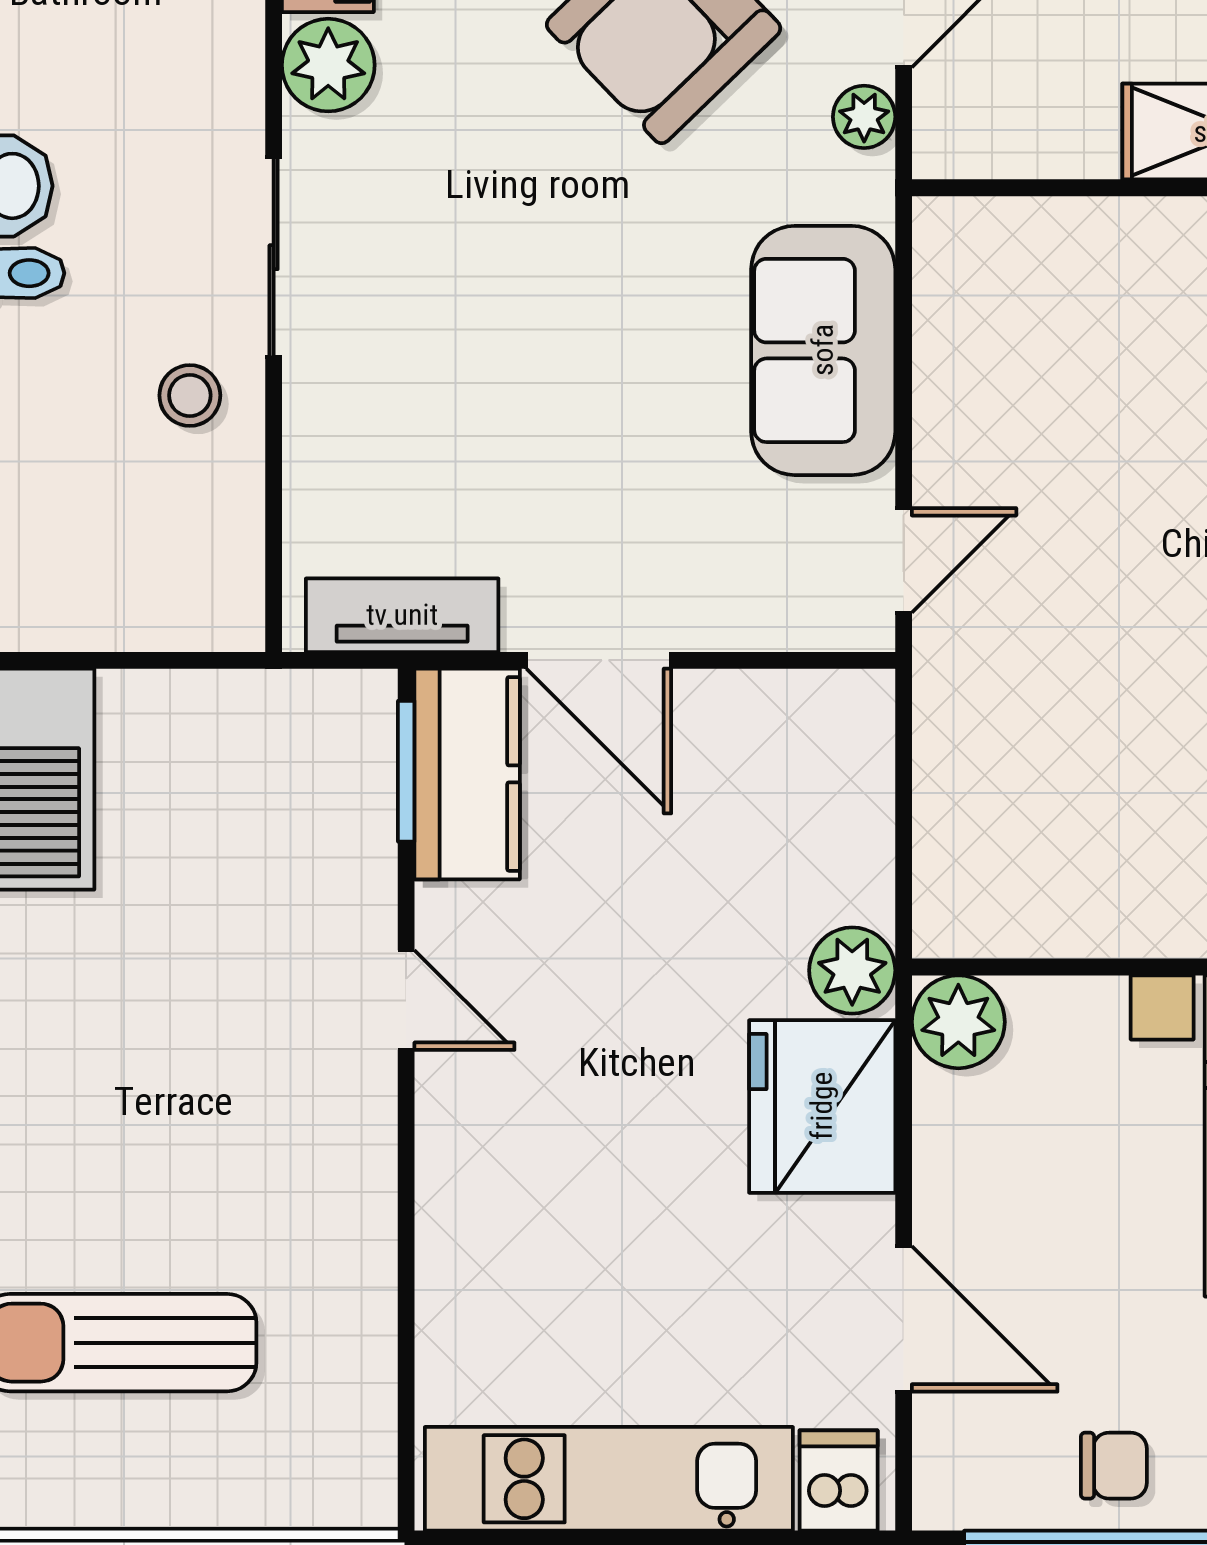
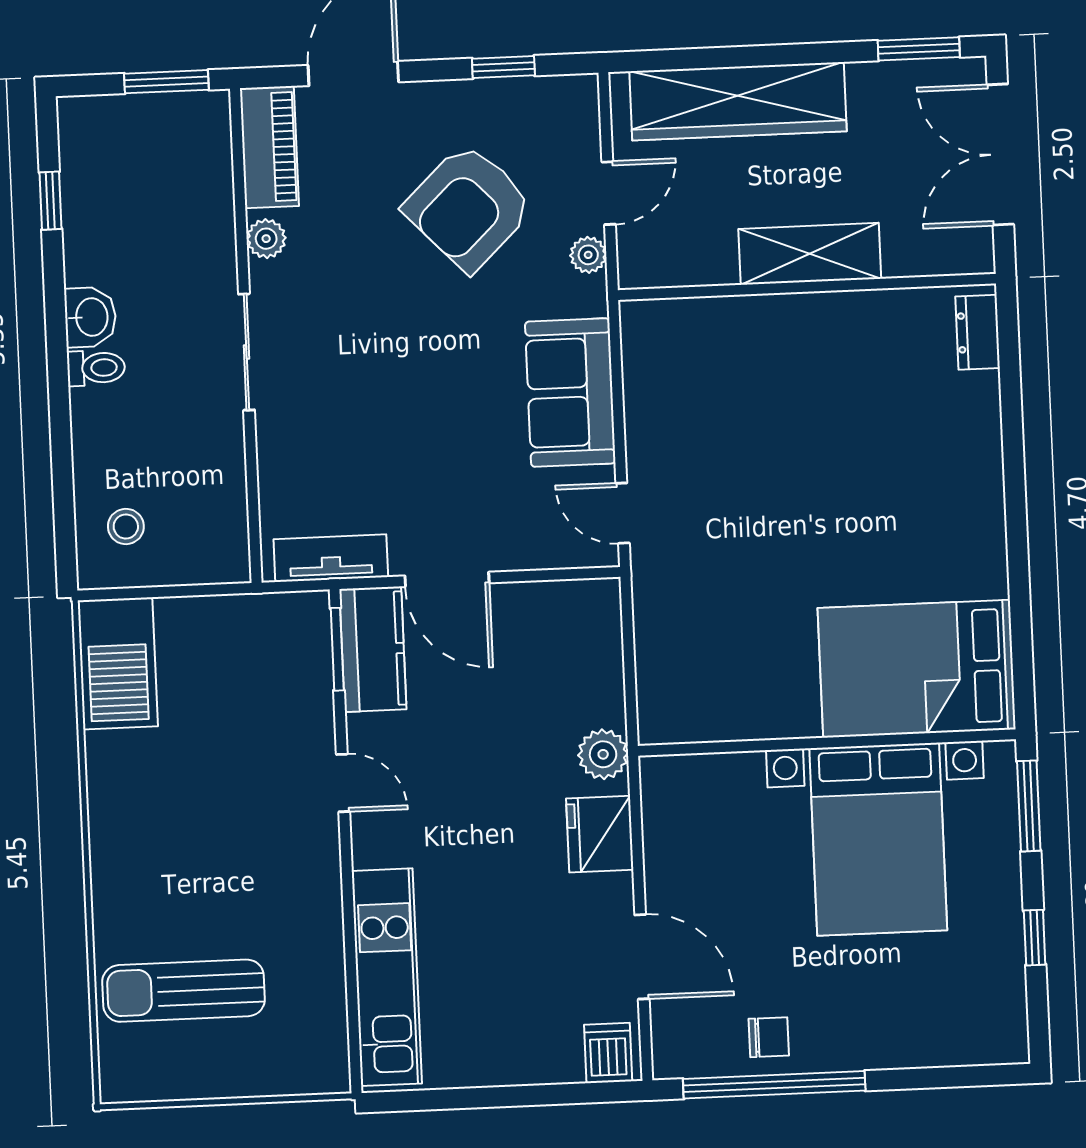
plant: (328, 65) -> (266, 239), width x0.73, depth x0.73
stool: (190, 395) -> (126, 526), moved
door: (904, 560) -> (623, 513), swing flipped
plant: (958, 1022) -> (666, 782), removed
fridge: (822, 1106) -> (600, 834), width x0.73, depth x0.75
kitchen unit: (609, 1479) -> (387, 977), moved, turned 90

